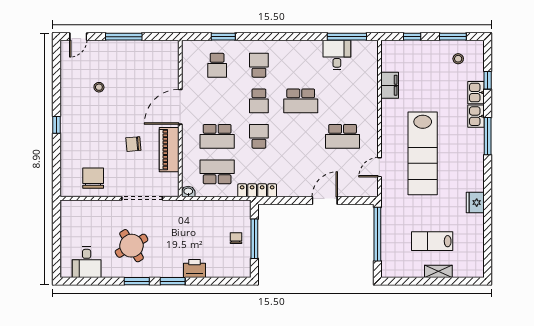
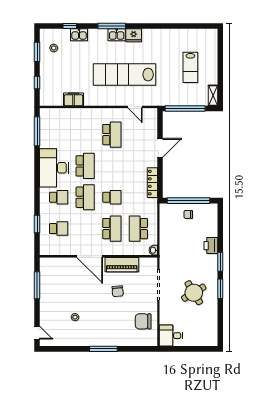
window: (124, 37) -> (37, 285), moved
desk: (337, 55) -> (54, 168), moved, width x1.87, depth x1.30
school desk: (259, 65) -> (59, 197), turned 180
school desk: (259, 101) -> (85, 197), width x1.85
kitchen sink: (476, 116) -> (117, 35), moved
window: (56, 125) -> (103, 349), width x2.17
school desk: (259, 136) -> (112, 197), turned 180
lab bench: (423, 153) -> (125, 75), turned 180
locker: (257, 190) -> (152, 183), moved
door: (325, 201) -> (160, 148), swing flipped
fridge: (475, 203) -> (134, 35), moved
window: (254, 239) -> (189, 201), width x1.46
desk: (87, 262) -> (171, 336), moved, turned 180
shelving: (438, 271) -> (213, 95), moved

